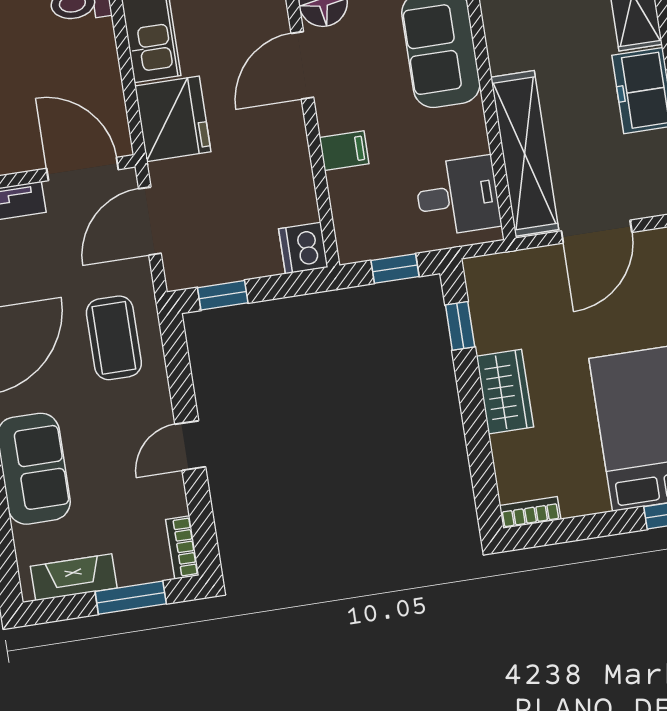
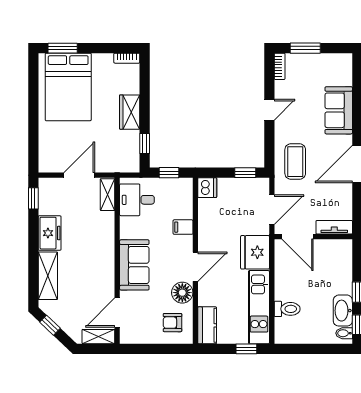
shelving: (525, 153) -> (108, 195), width x0.45, depth x0.75
fireplace: (74, 577) -> (329, 61), removed

